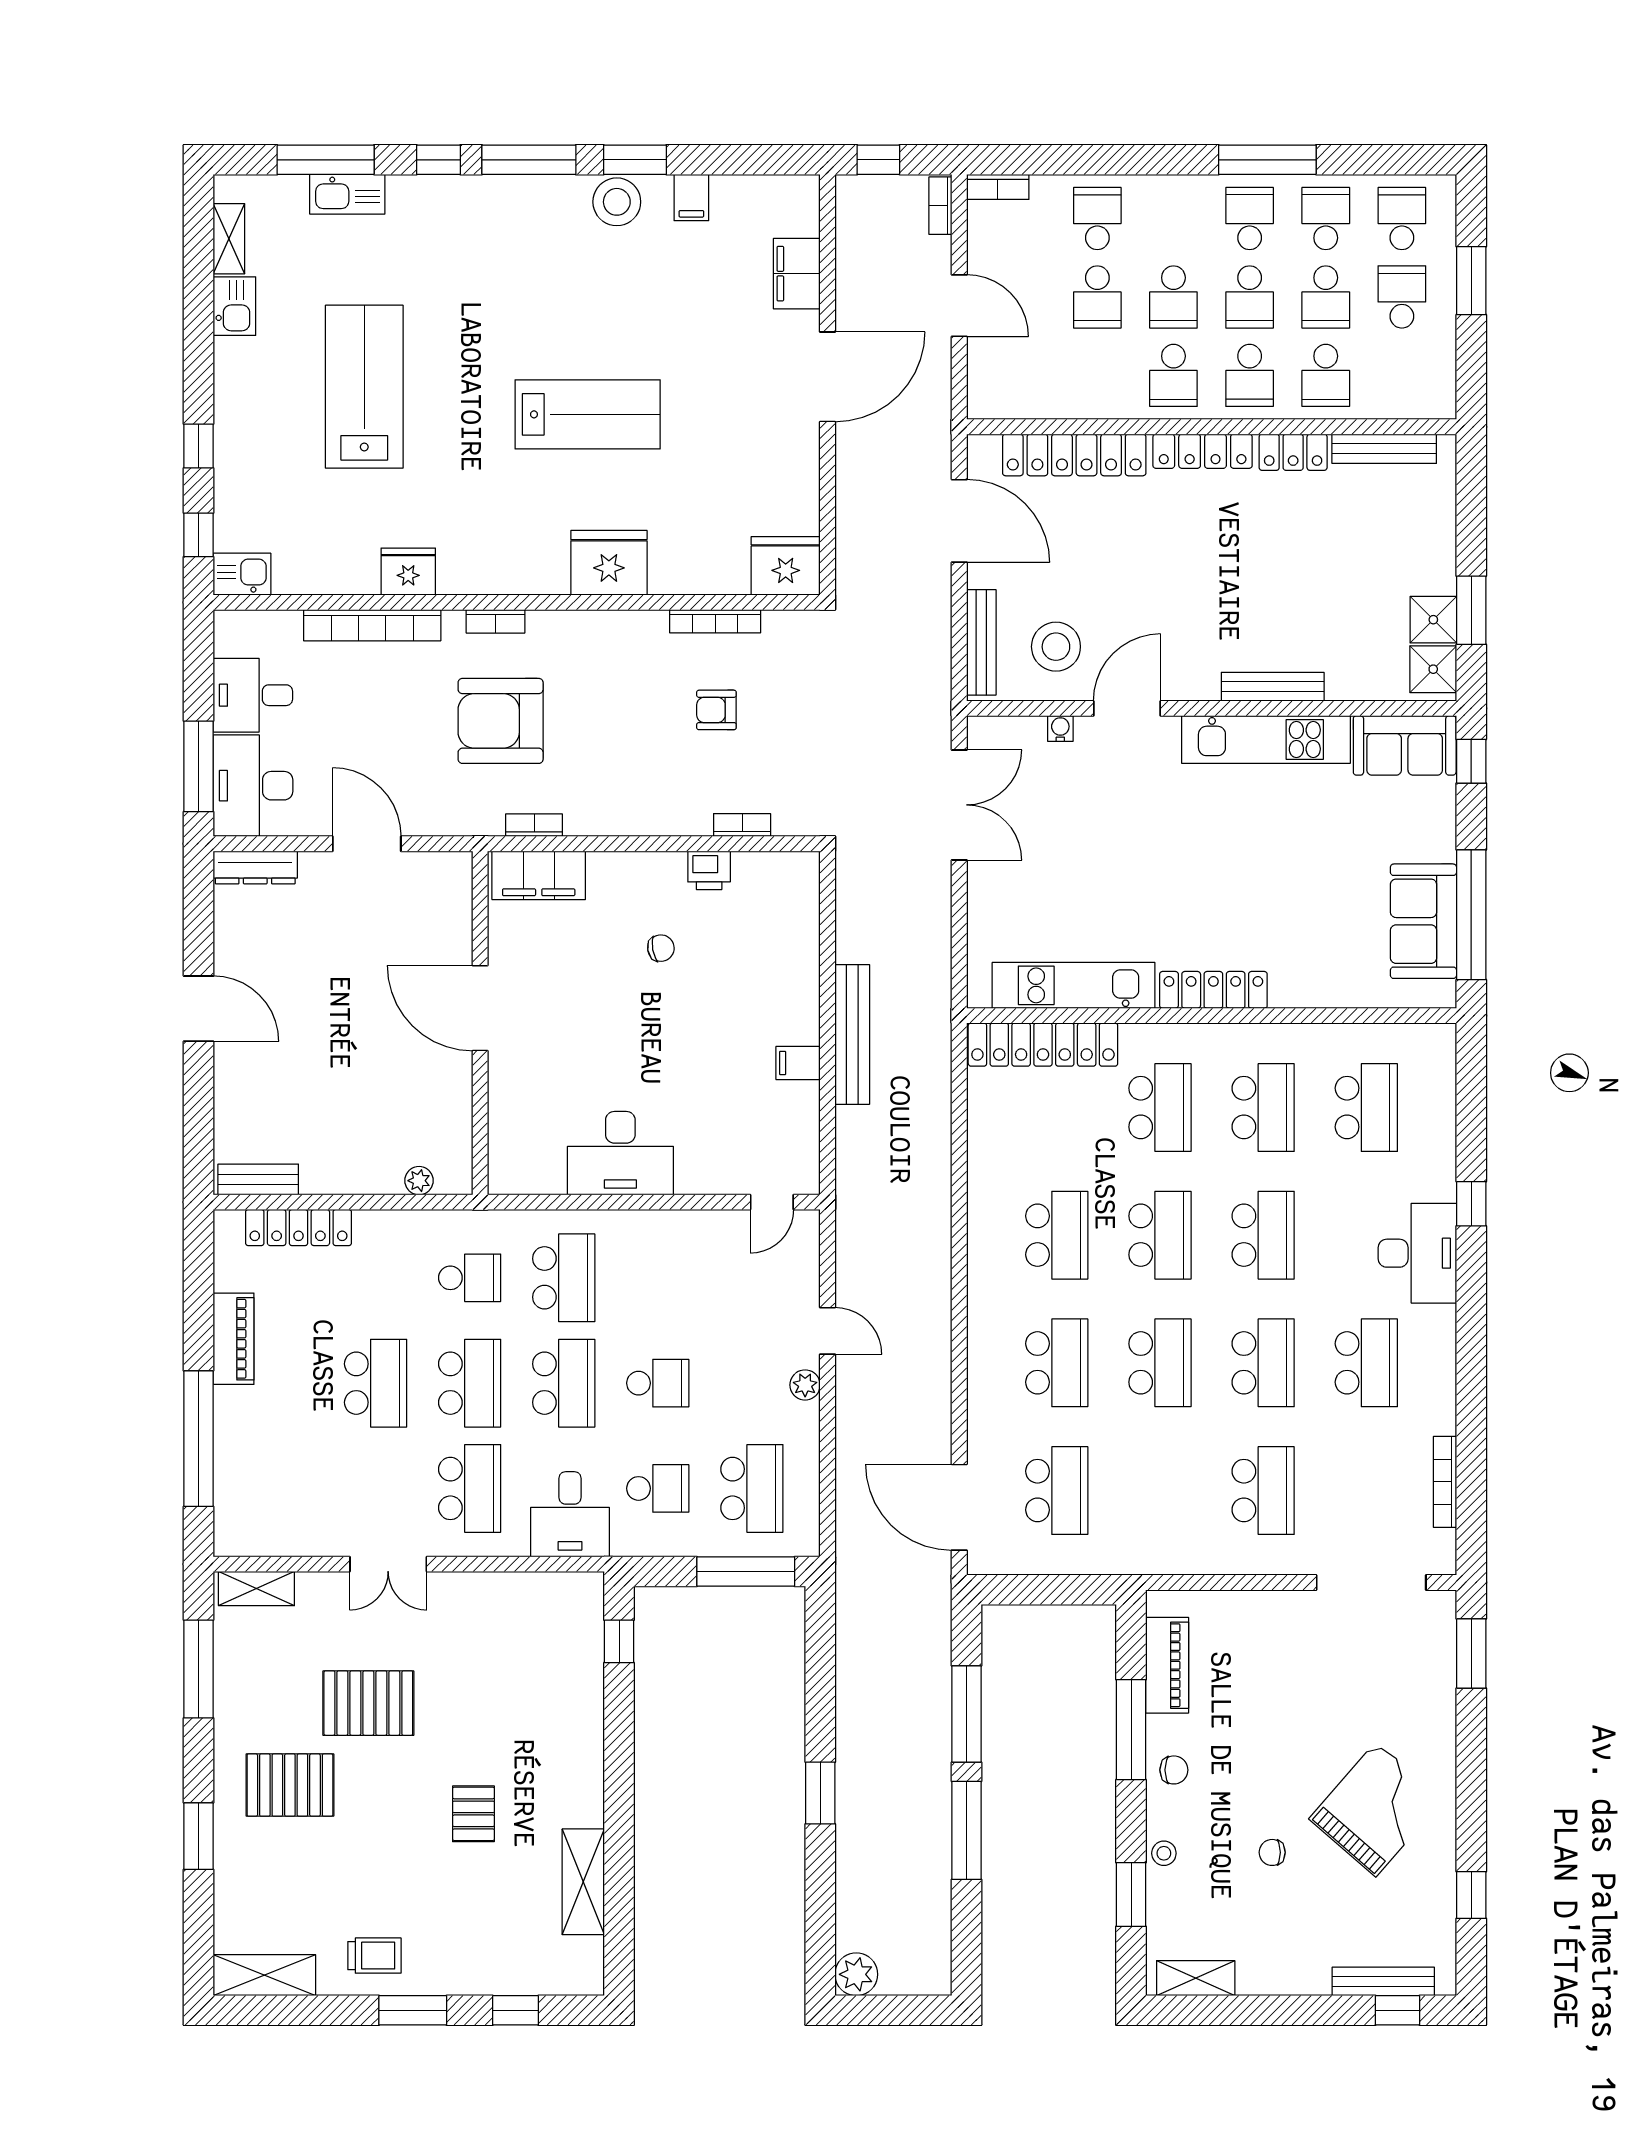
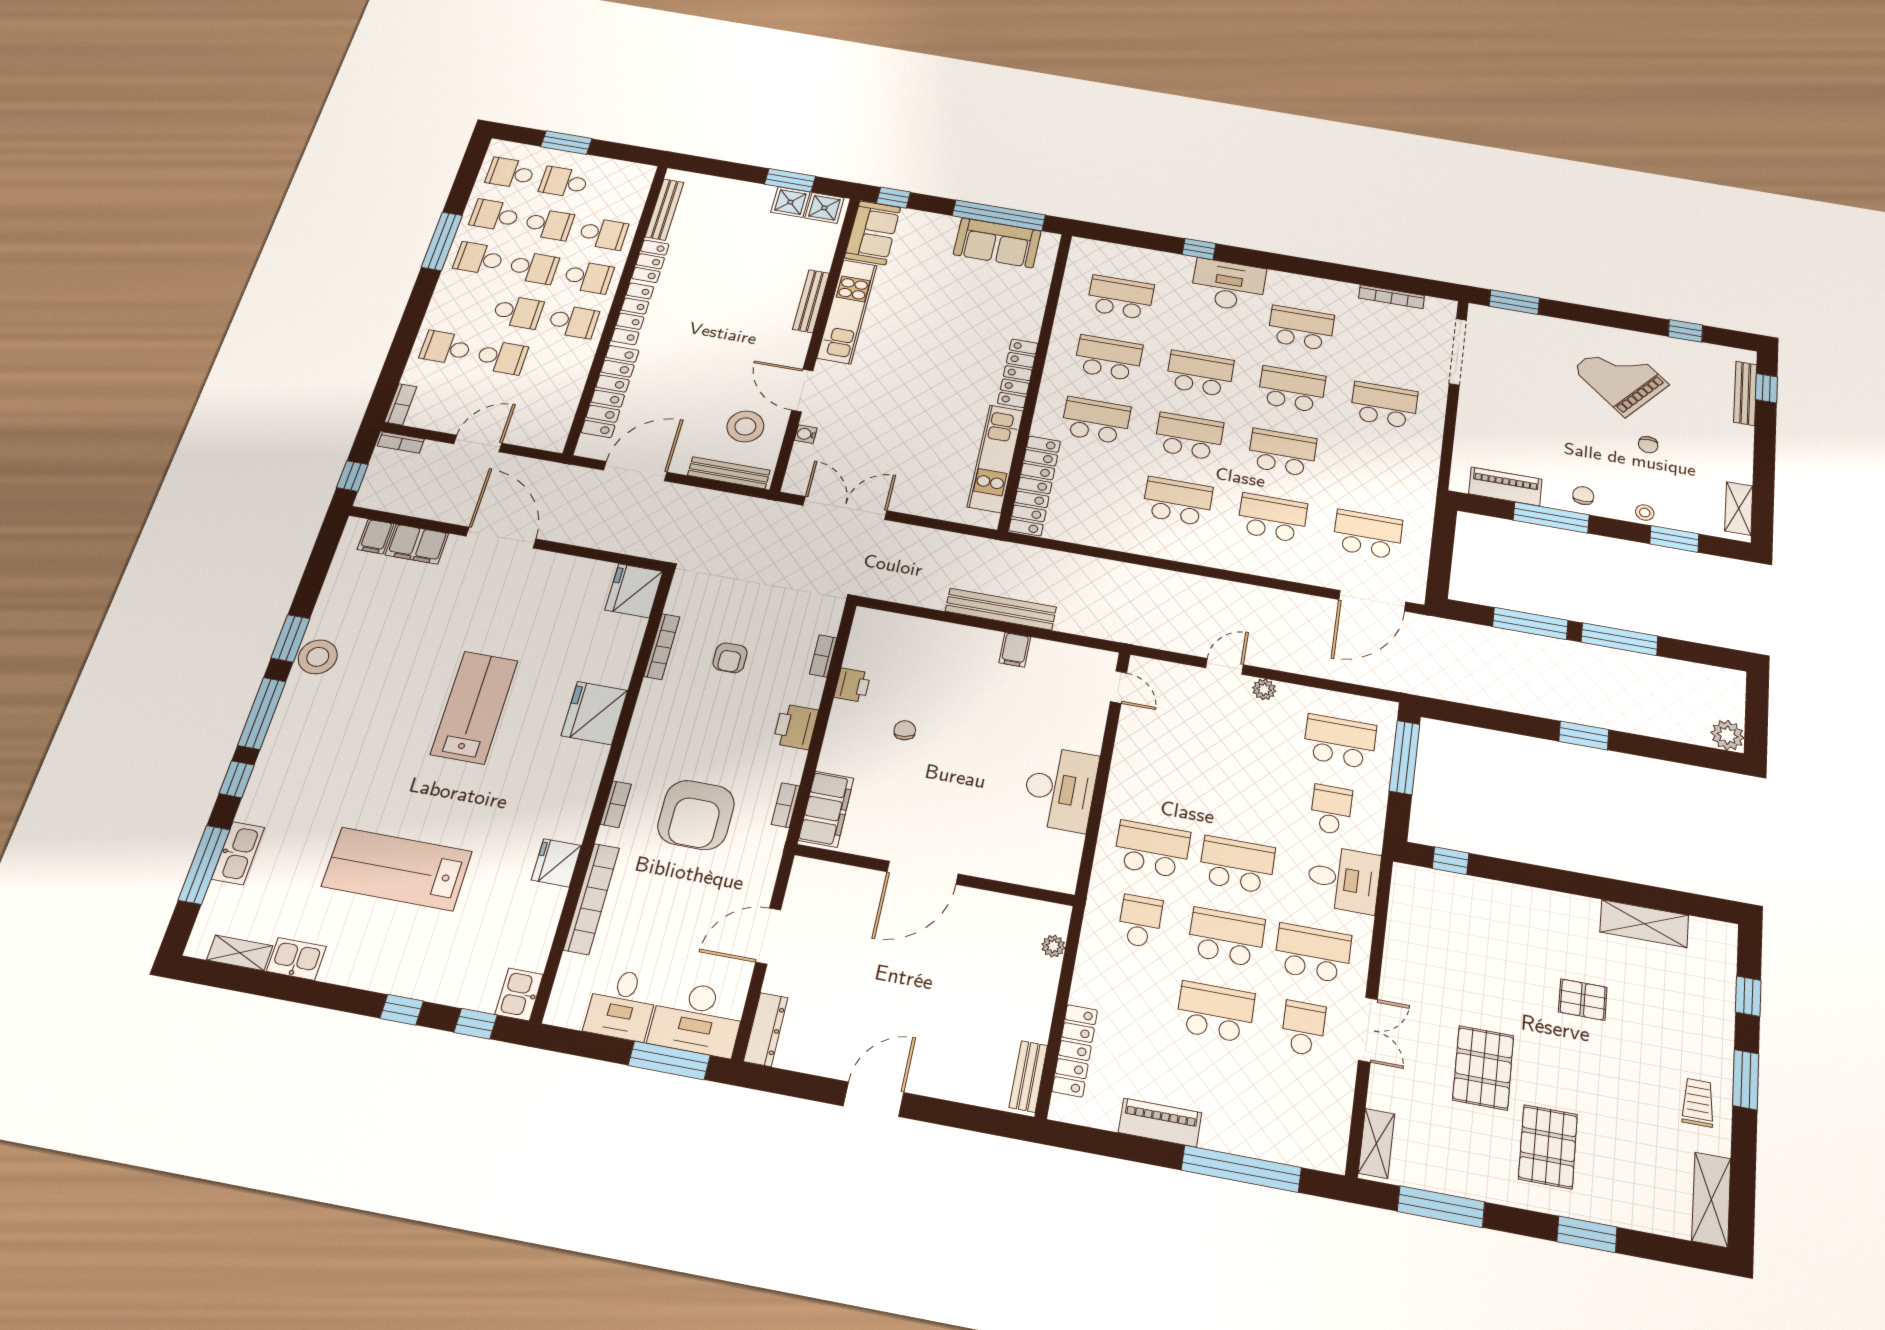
filing cabinet: (691, 198) -> (376, 537), moved, turned 90
printer: (639, 813) -> (796, 727), added
school desk: (658, 1383) -> (1303, 1028), moved

